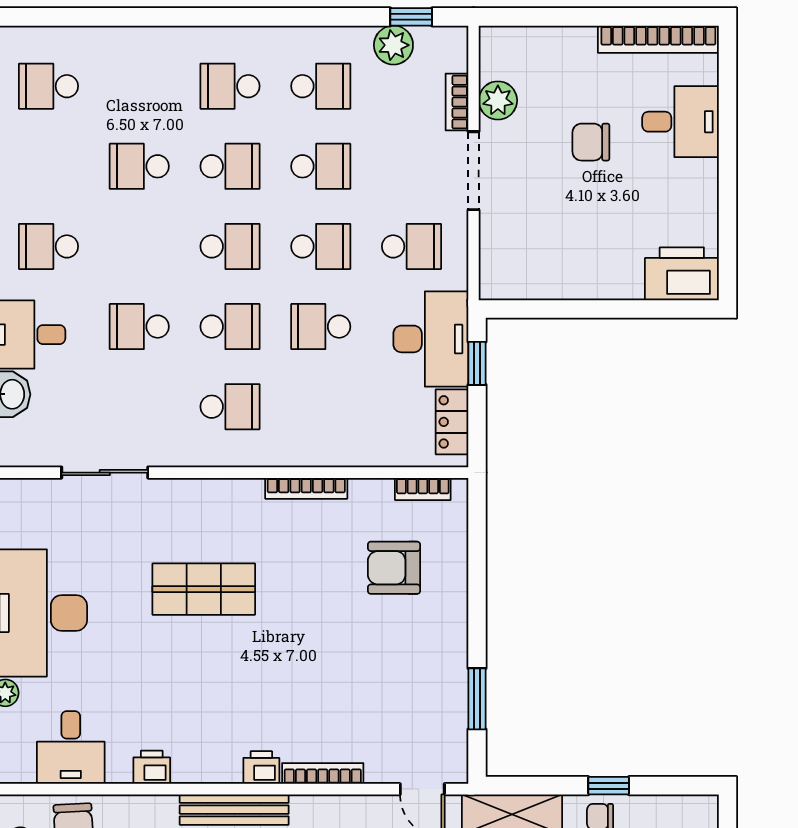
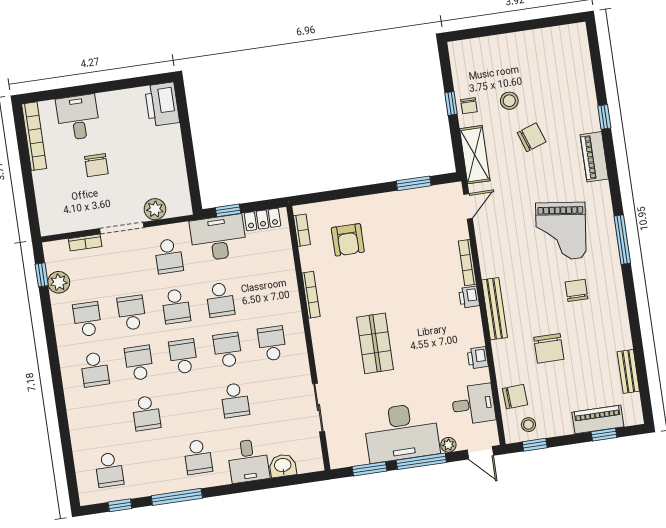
plant: (498, 100) -> (155, 209), moved
school desk: (321, 246) -> (176, 306), turned 180
school desk: (411, 246) -> (169, 256), turned 180

